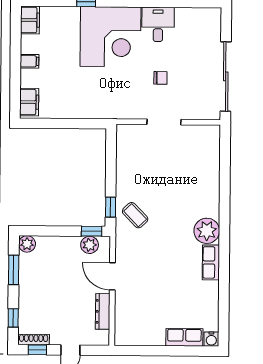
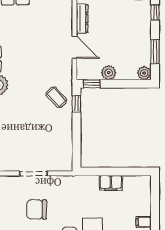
chair: (160, 78) -> (37, 209), width x1.87, depth x1.87
filing cabinet: (29, 102) -> (111, 183), moved, turned -90
plant: (90, 245) -> (109, 73), moved

